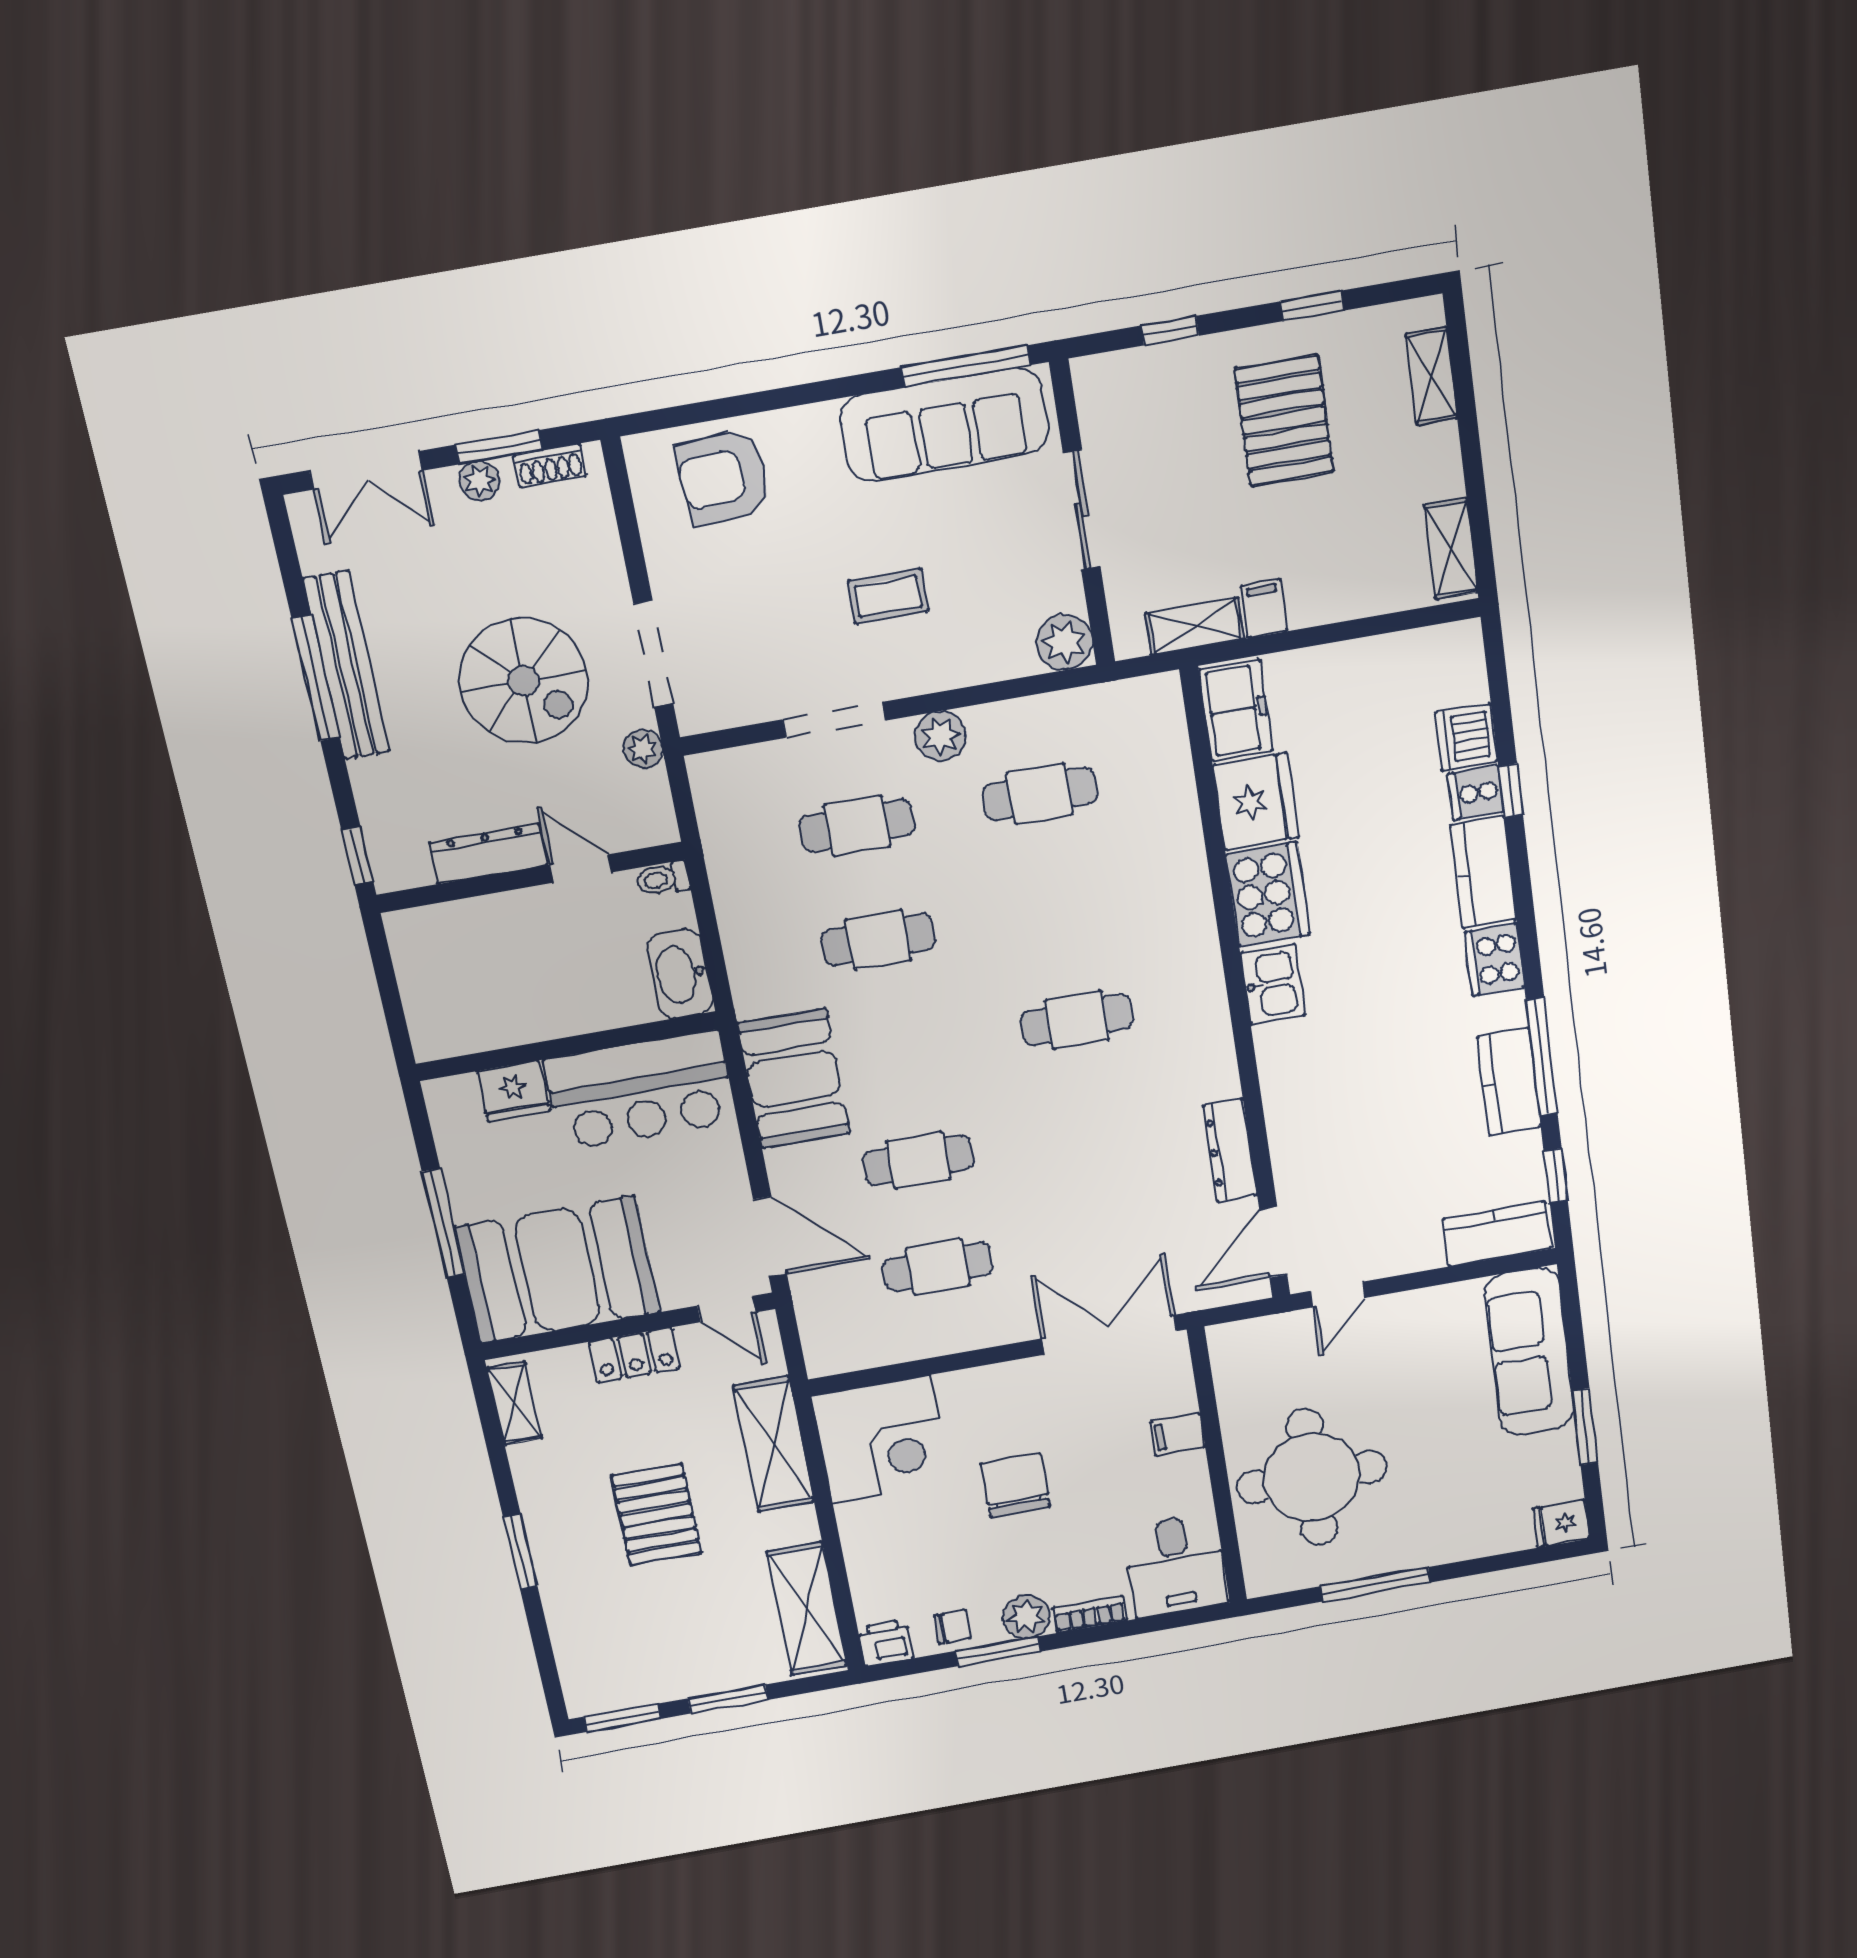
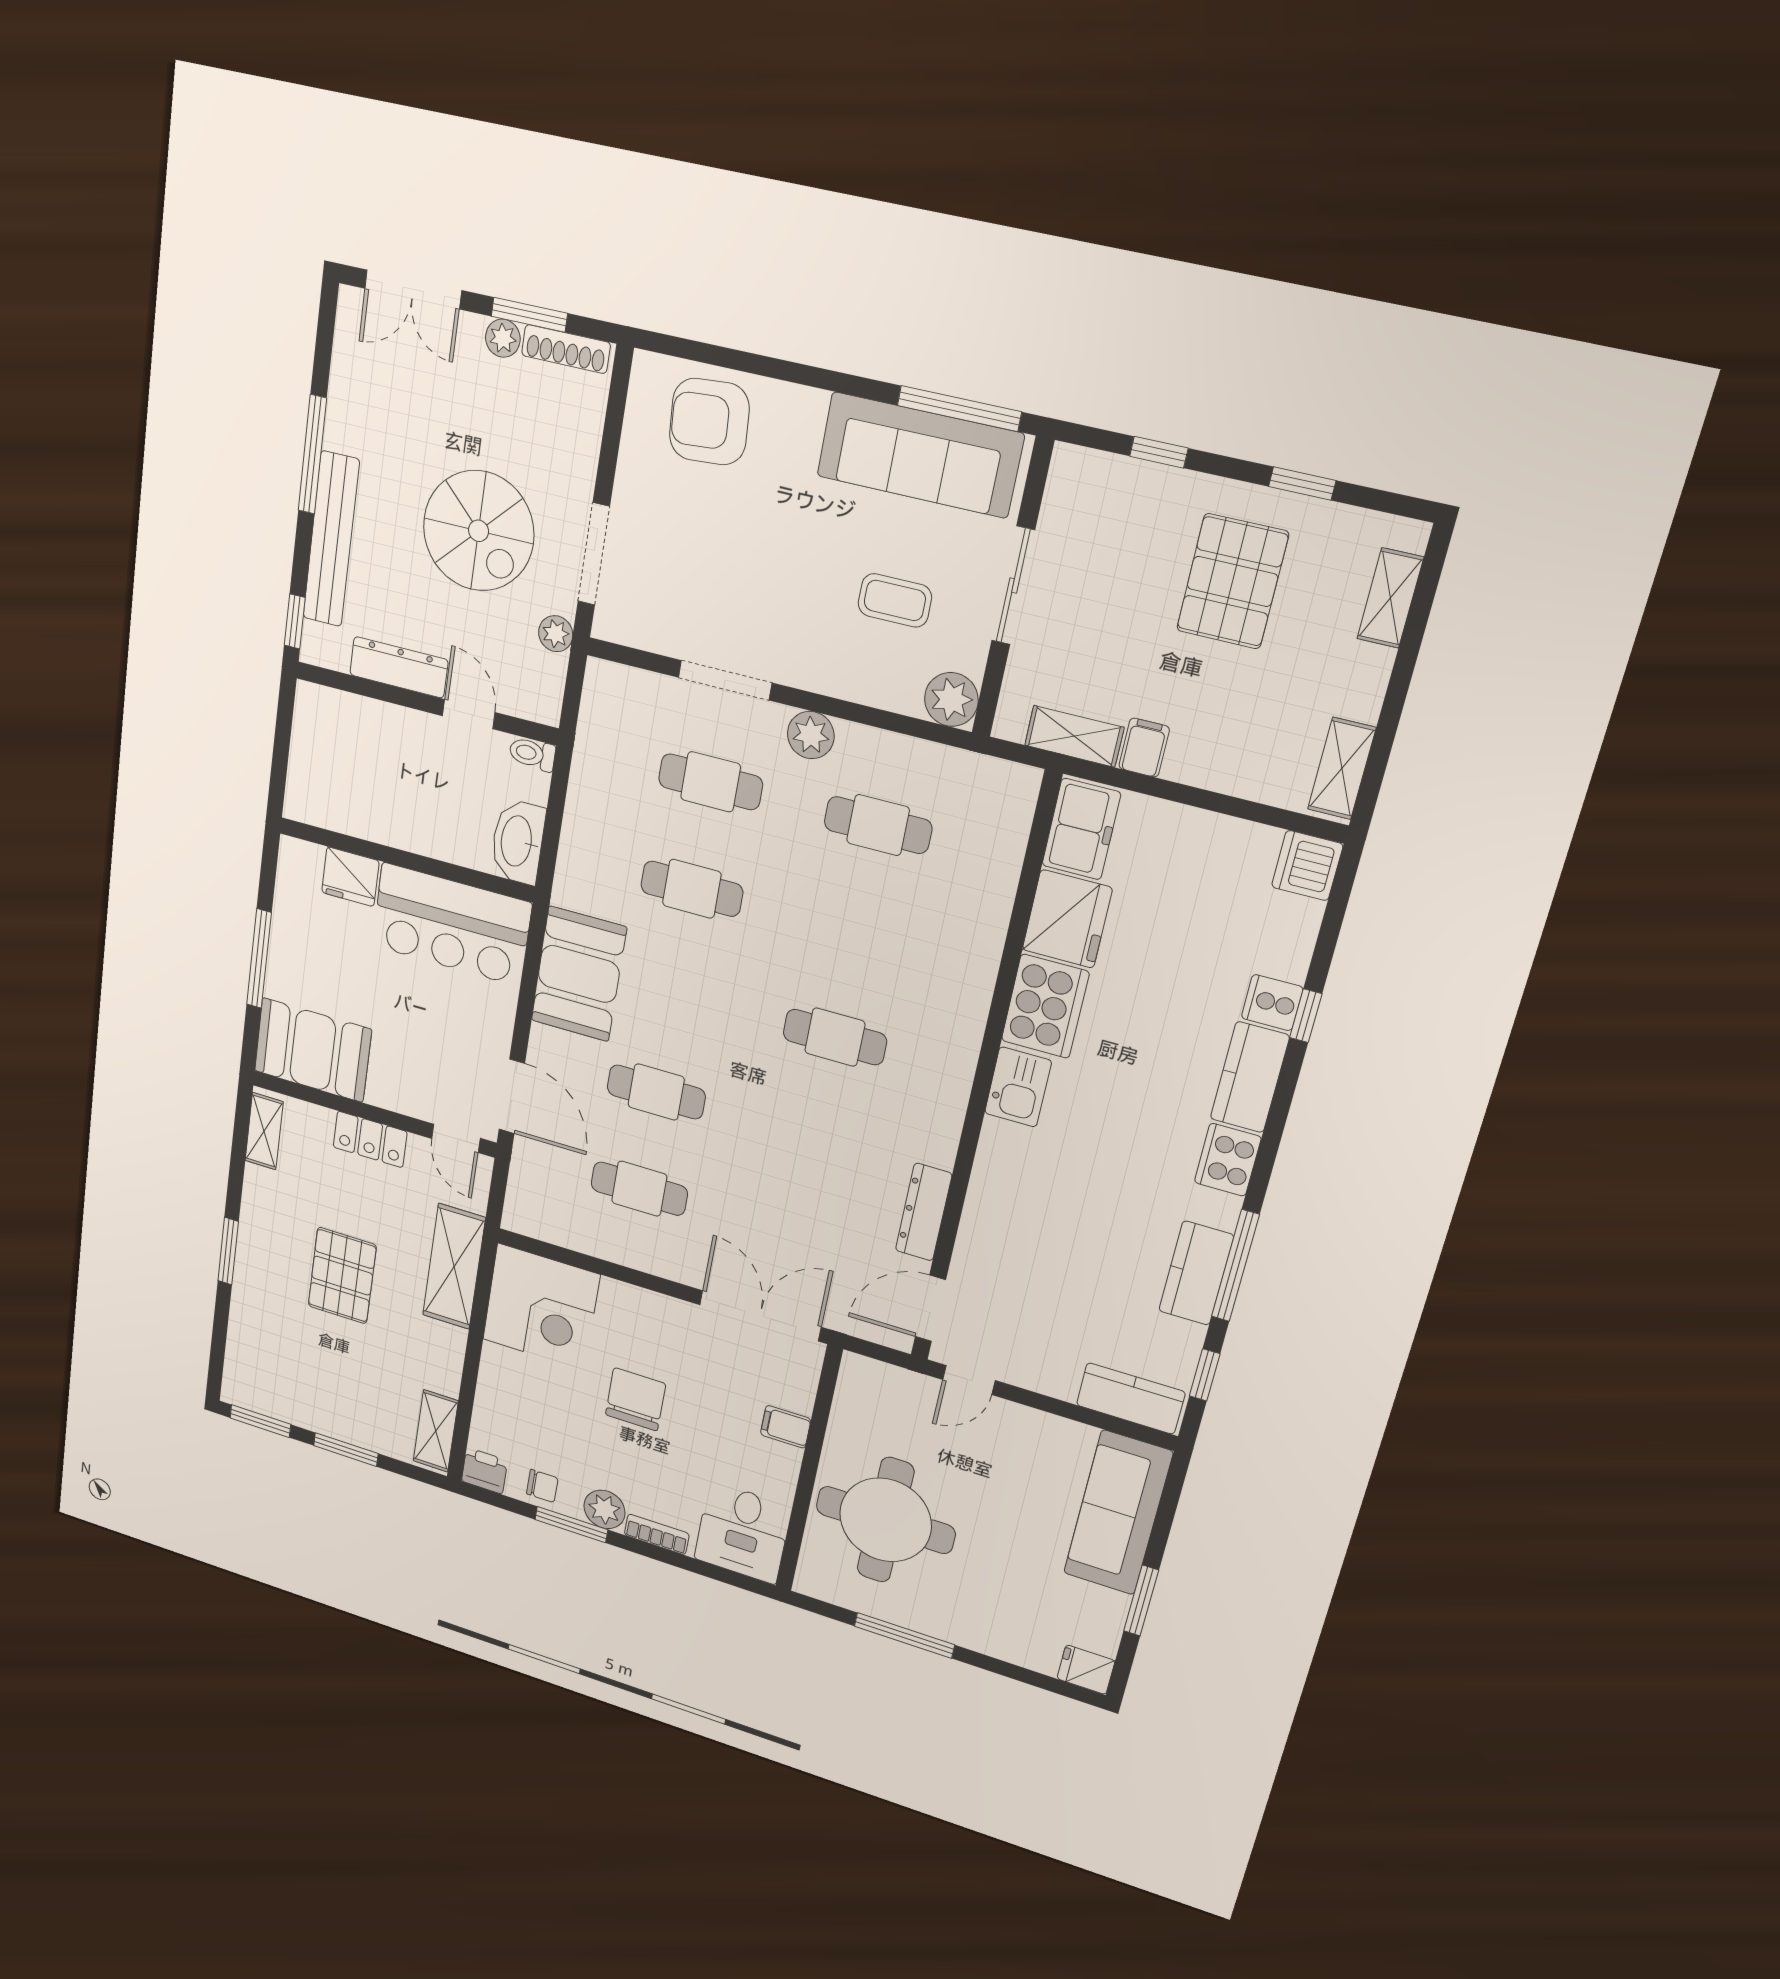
shoe rack: (550, 466) -> (566, 349), width x1.43
coffee table: (888, 596) -> (895, 600), moved
bench: (347, 665) -> (331, 539), moved
dishwasher: (1466, 737) -> (1307, 866), moved
booth: (557, 1270) -> (313, 1050), width x0.73, depth x0.70
shelving: (807, 1609) -> (436, 1431), width x0.67, depth x0.75

